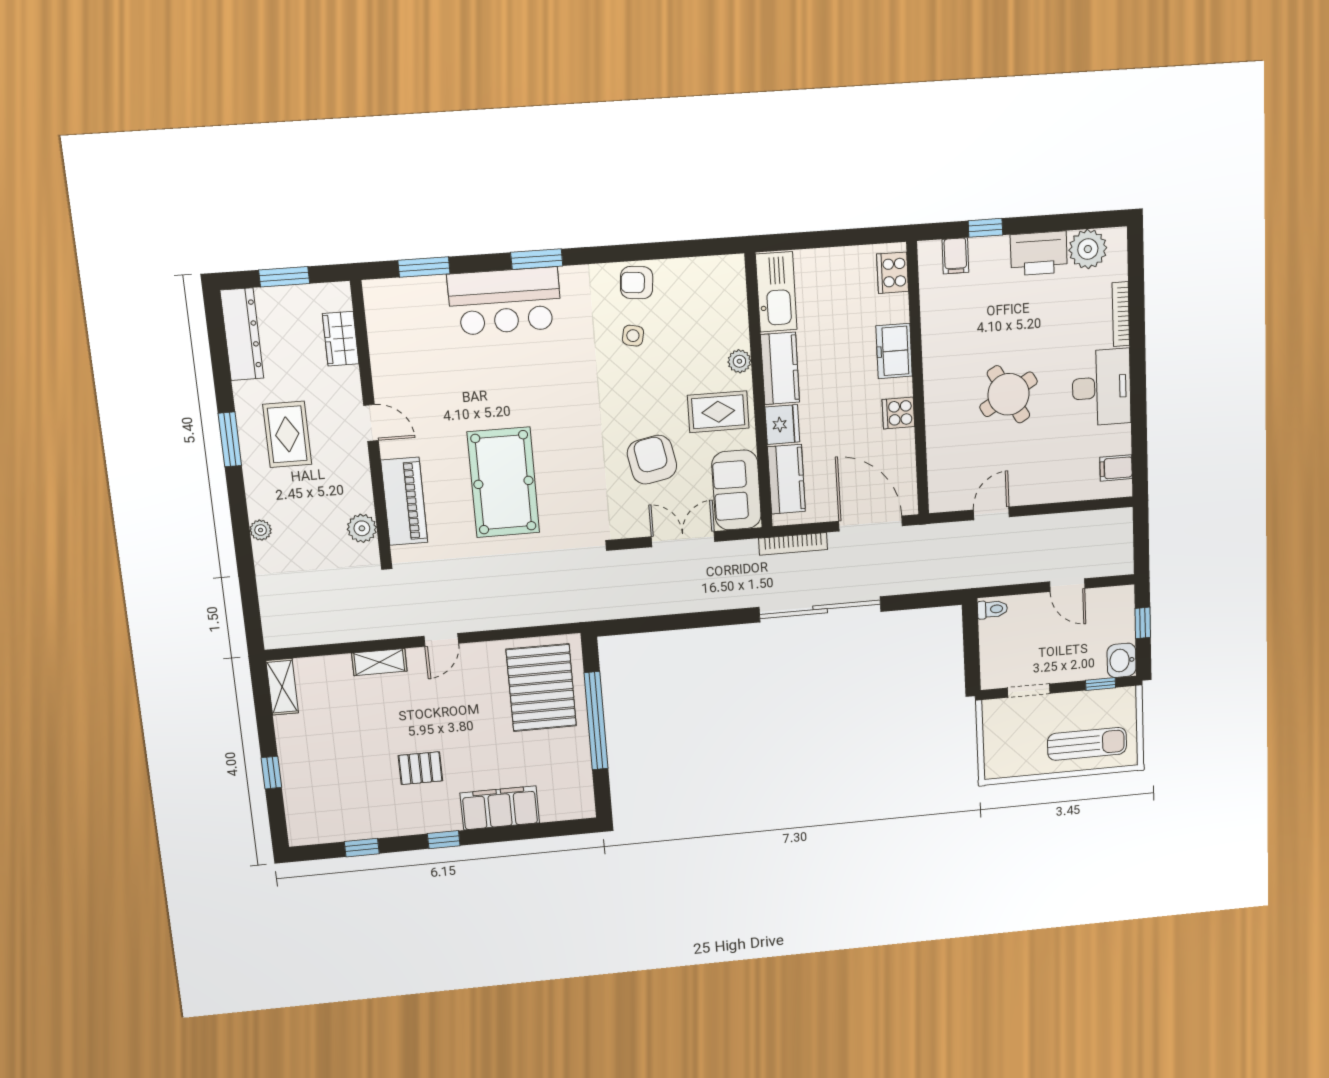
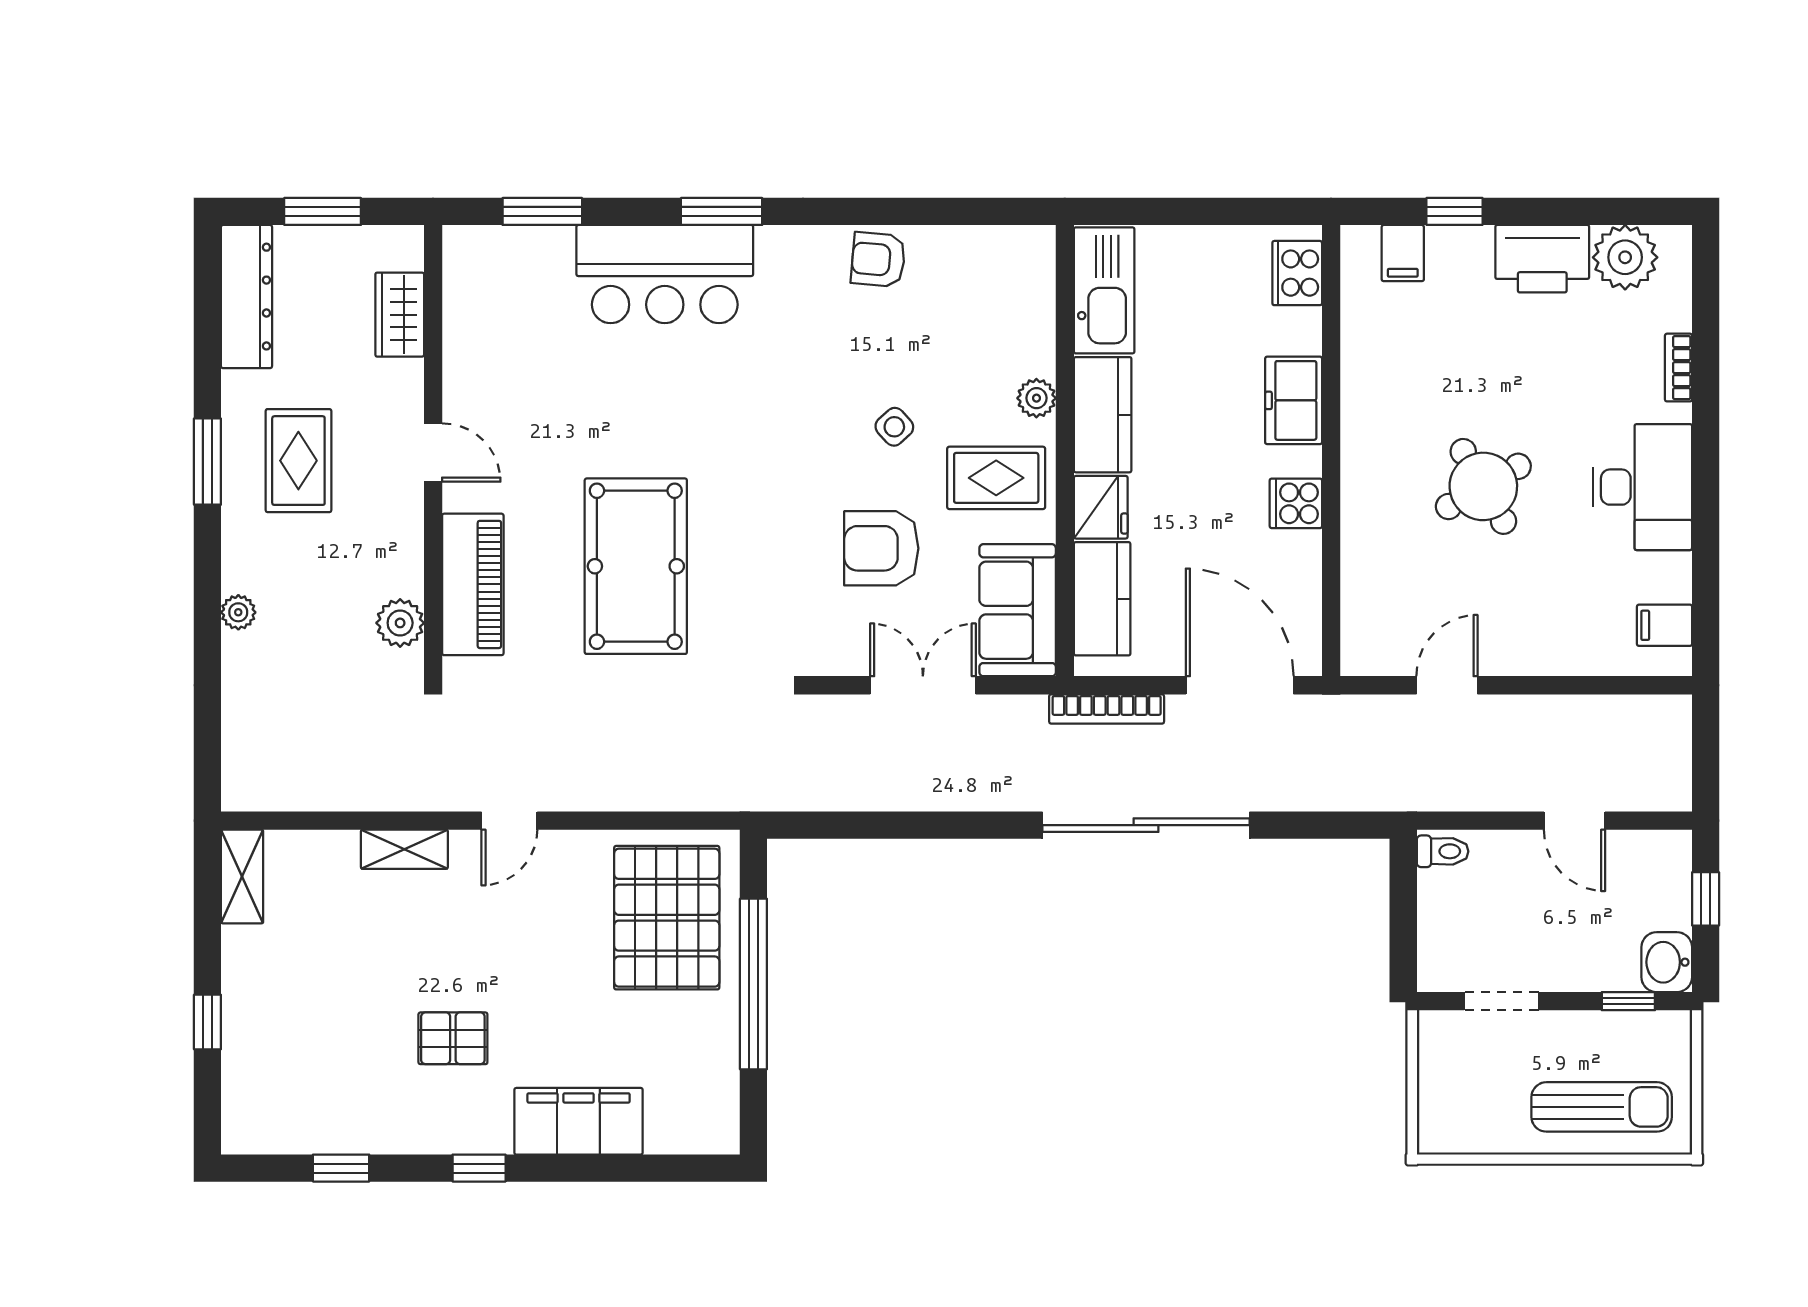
bookcase: (1121, 314) -> (1678, 368), width x0.64
side table: (633, 336) -> (894, 427), moved, turned 36
armchair: (652, 460) -> (881, 548), turned -79

